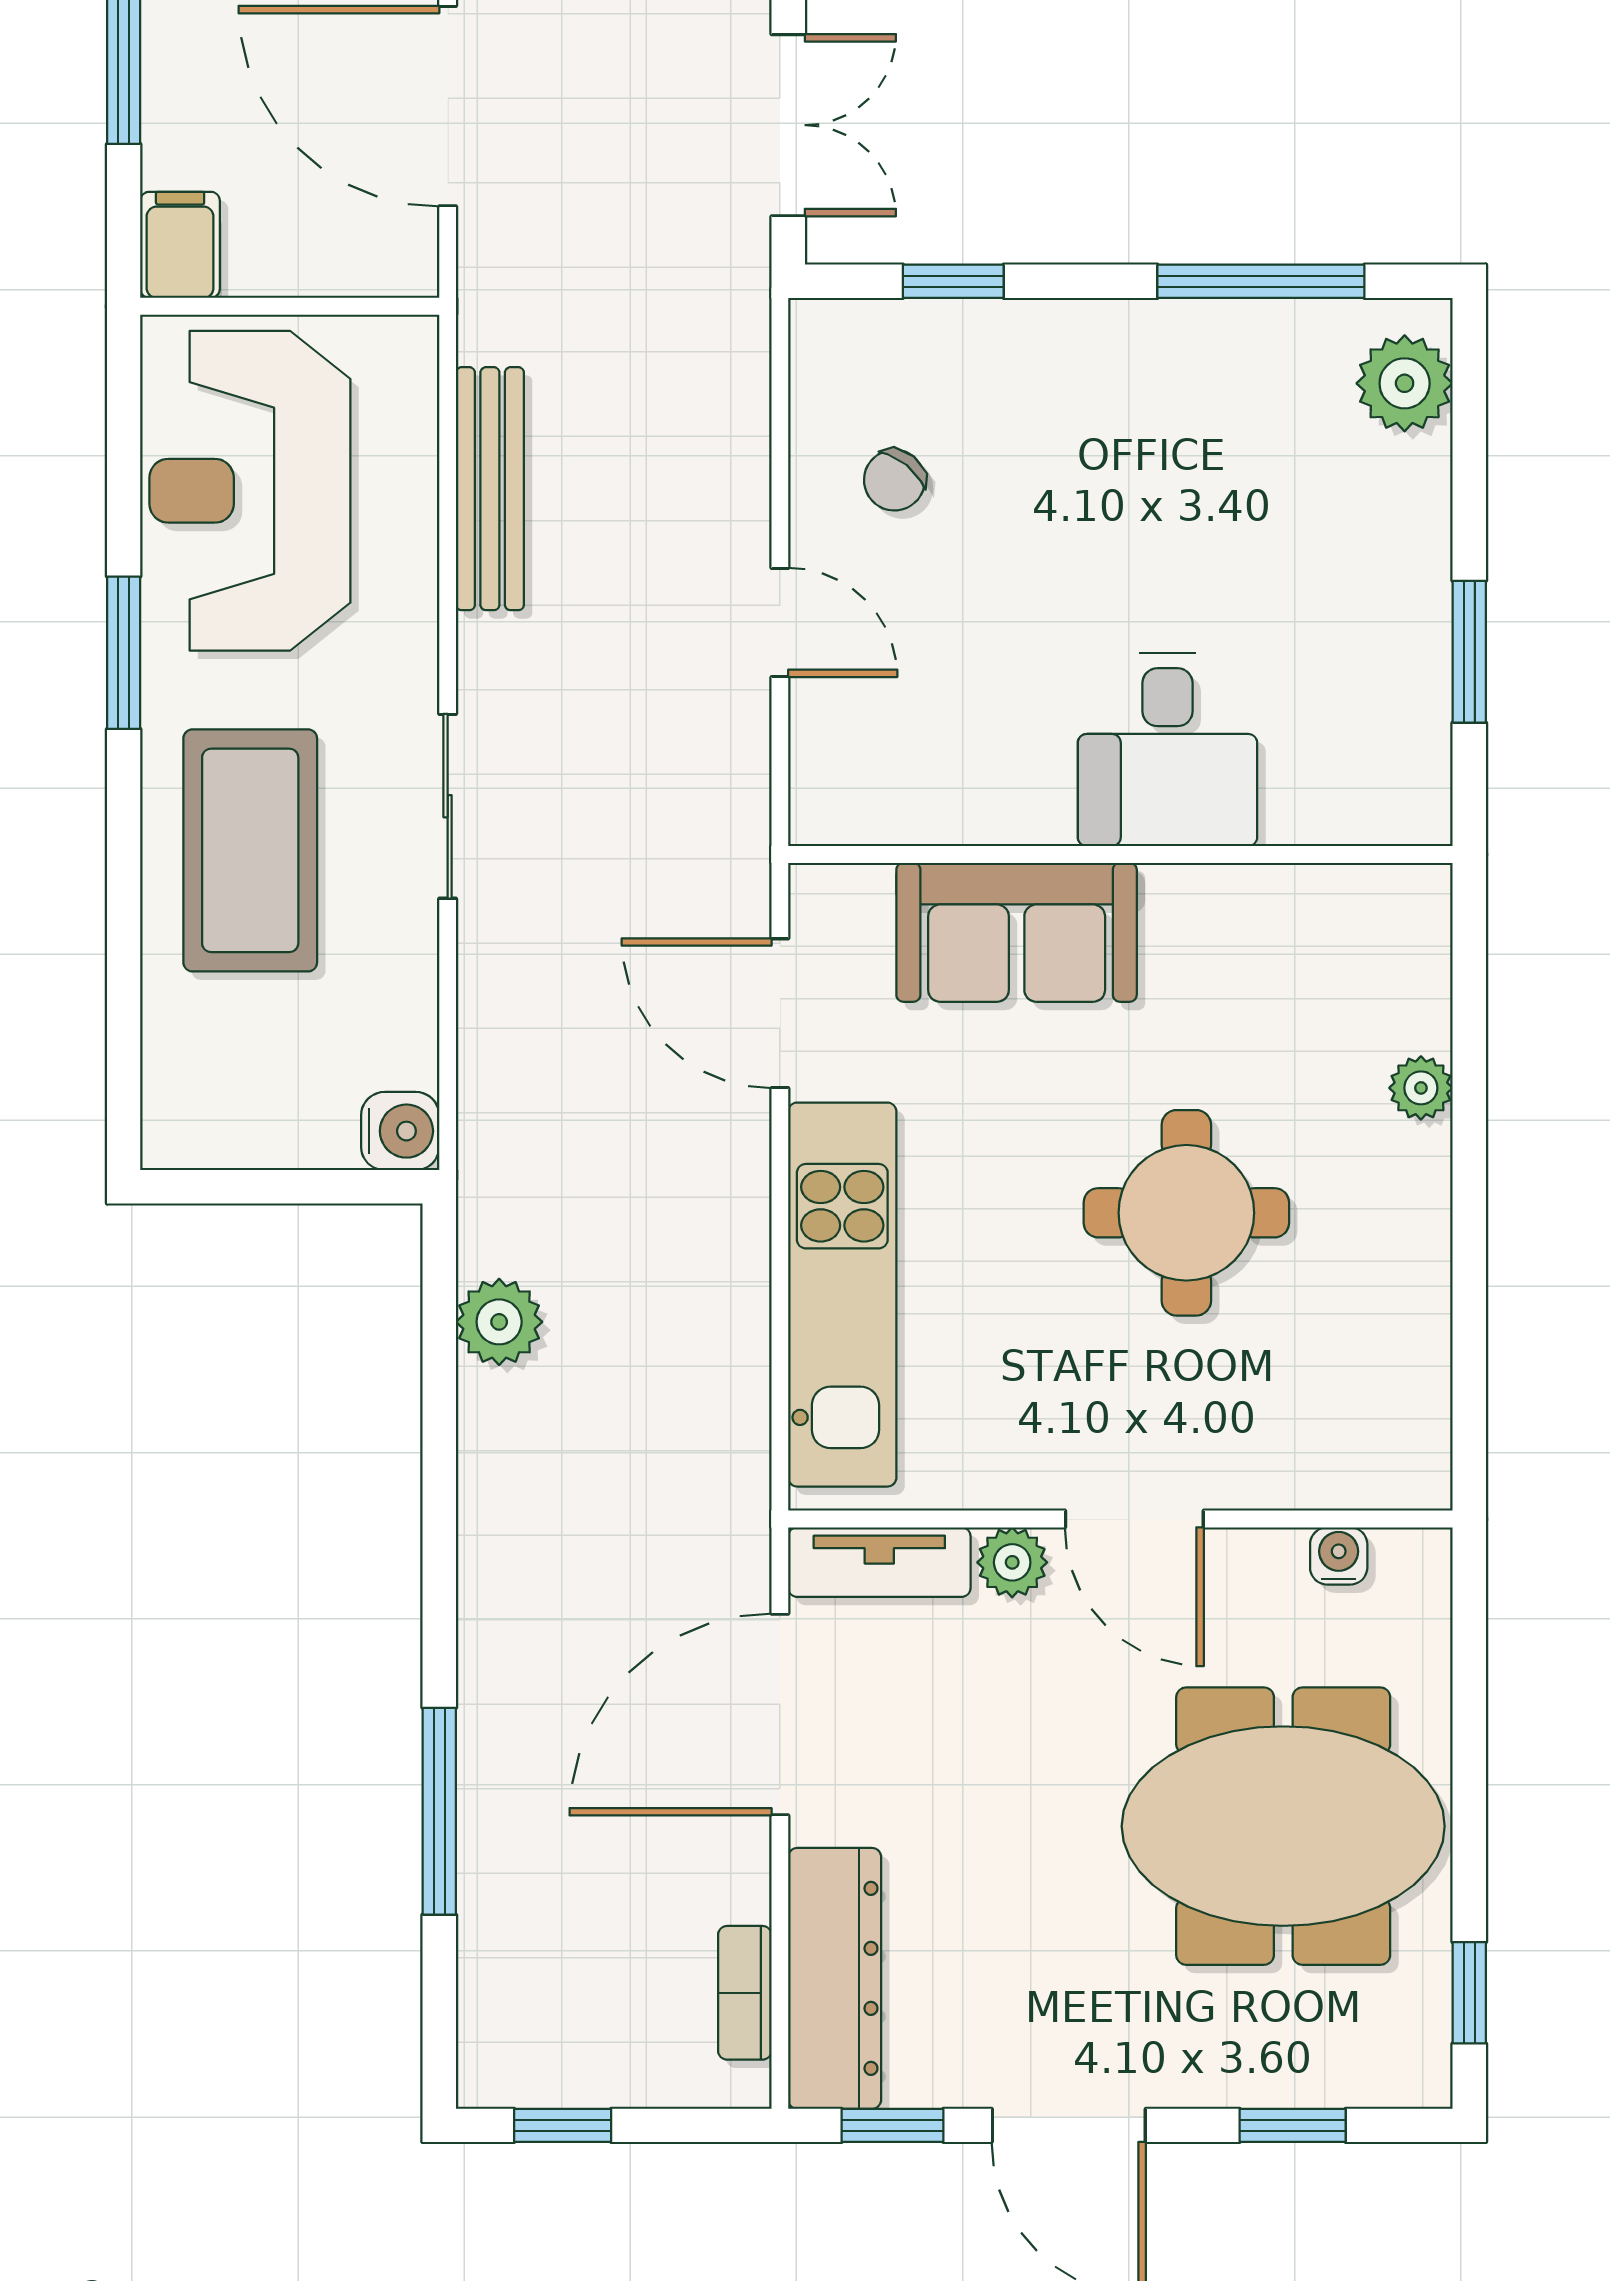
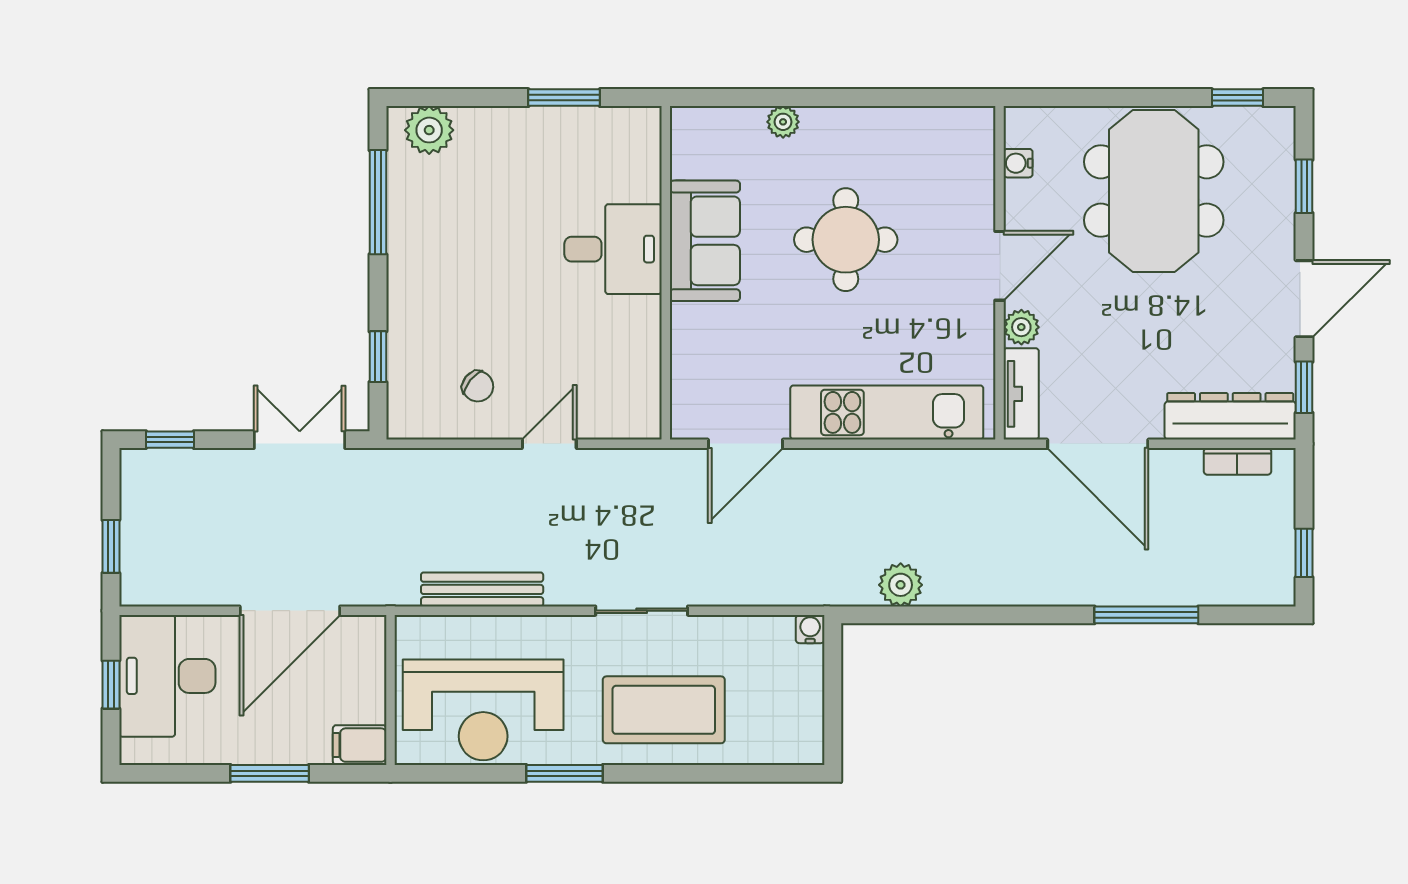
sofa: (1017, 932) -> (705, 241), moved
water cooler: (400, 1131) -> (810, 629), width x0.72, depth x0.72

